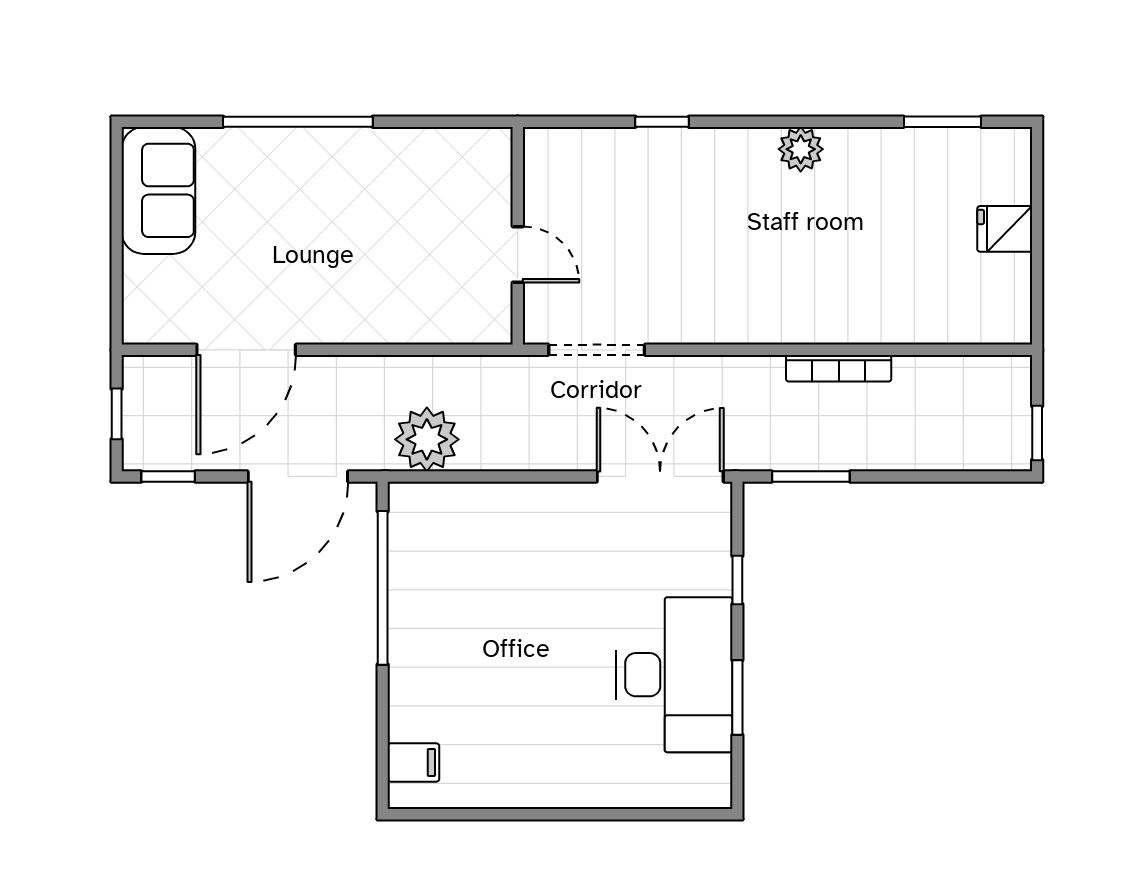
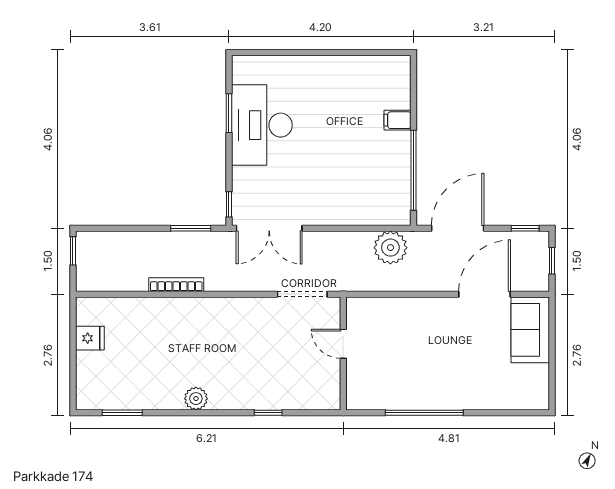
window: (298, 122) -> (424, 413), moved
sofa: (158, 190) -> (530, 330), moved
fridge: (1005, 229) -> (90, 338), moved
window: (737, 580) -> (229, 204), moved
filing cabinet: (413, 762) -> (398, 120), moved

